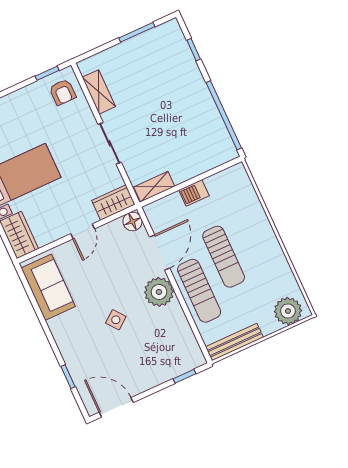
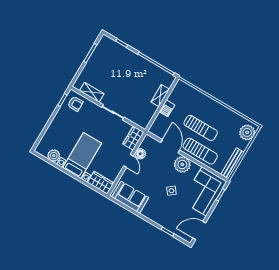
shelving: (154, 187) -> (160, 96), moved
floor lamp: (132, 221) -> (140, 154), moved
corner sofa: (164, 355) -> (204, 191), added

